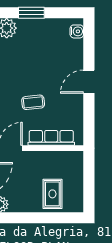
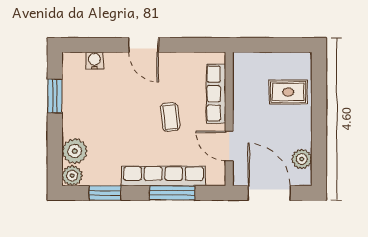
window: (31, 13) -> (55, 96), moved
water cooler: (77, 31) -> (94, 61), moved

